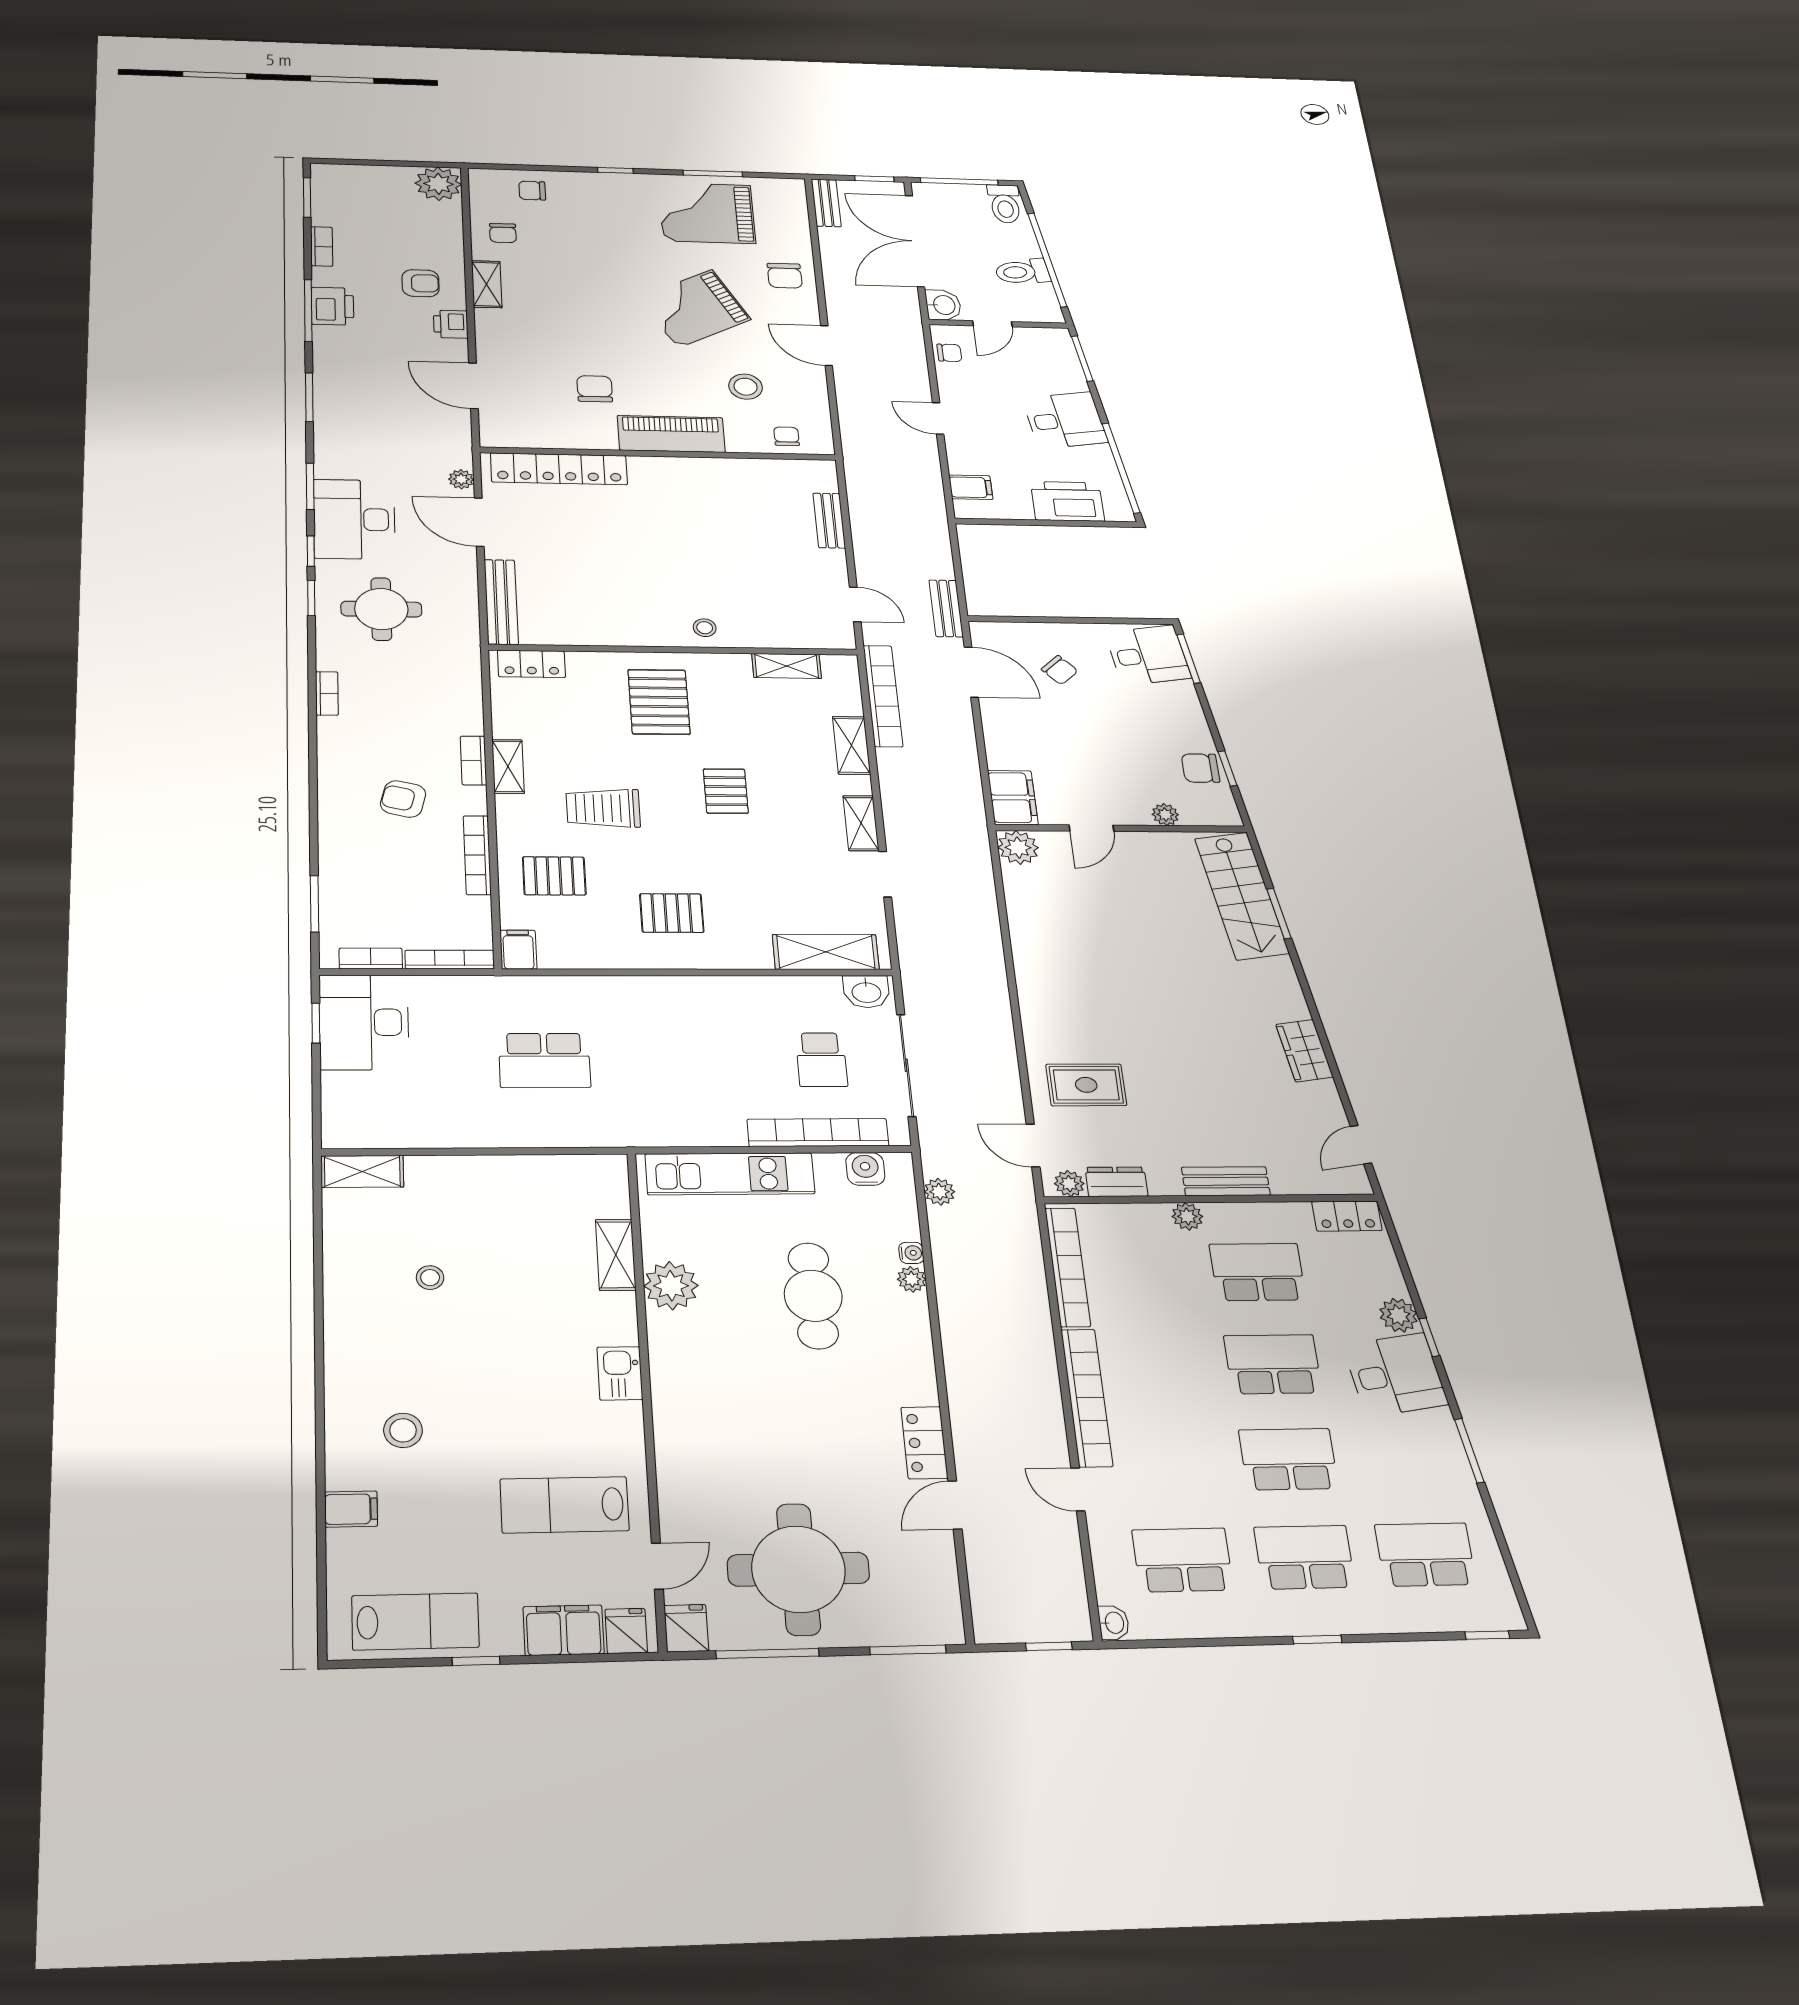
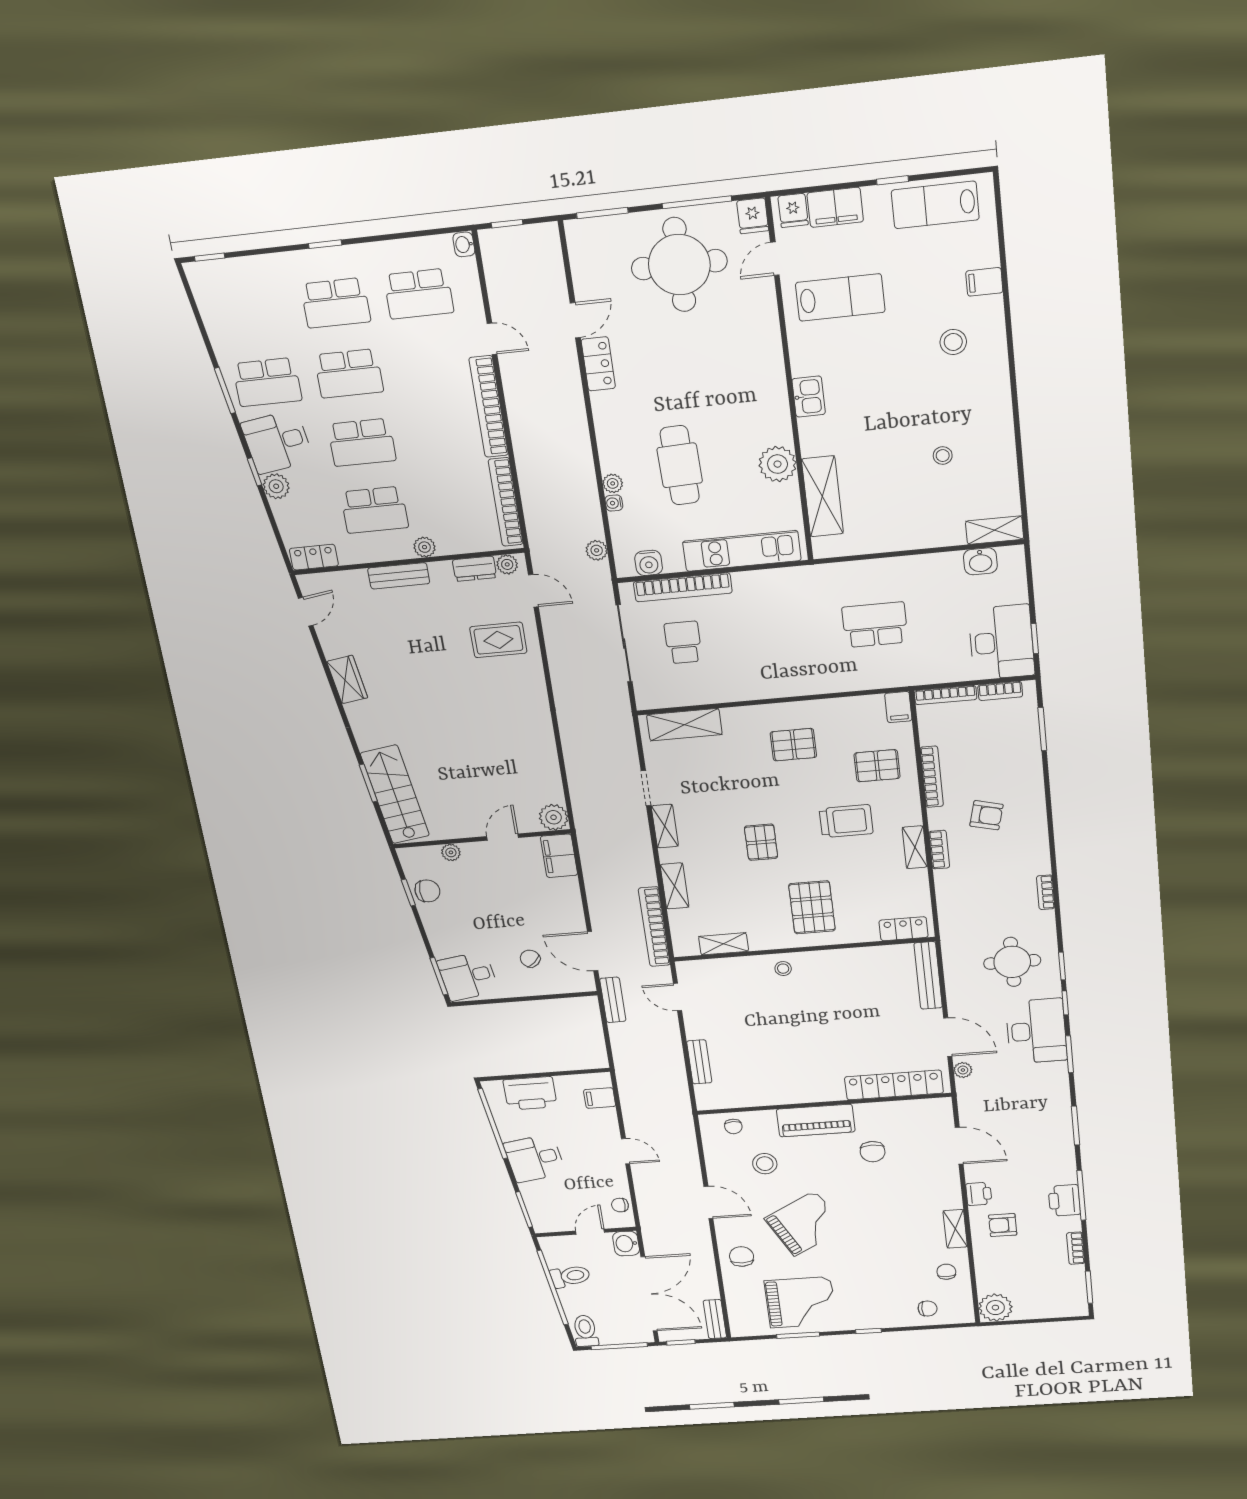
washbasin: (866, 992) -> (980, 561), moved, turned 180
shelving: (616, 1255) -> (822, 496), width x1.50, depth x1.33
school desk: (1425, 1555) -> (267, 382), moved

